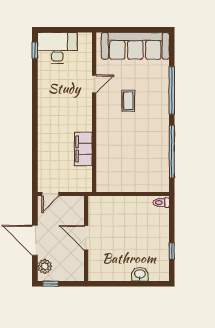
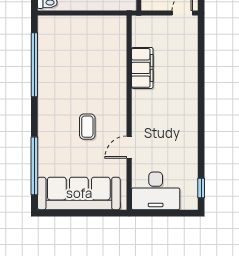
desk: (57, 48) -> (156, 191), moved
window: (172, 90) -> (34, 166), moved

